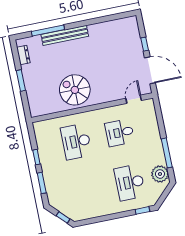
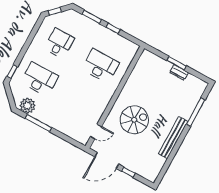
bench: (65, 35) -> (173, 138), moved
dresser: (23, 55) -> (179, 72), moved
spiral stairs: (75, 90) -> (134, 120), moved
door: (134, 99) -> (96, 132), hinge flipped
desk: (120, 133) -> (59, 43), moved

